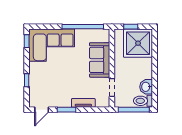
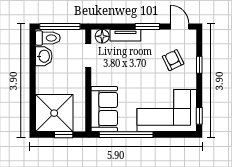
sofa: (100, 60) -> (104, 109), moved
armchair: (47, 84) -> (173, 60), added
floor lamp: (101, 102) -> (102, 36), added
door: (42, 110) -> (180, 26), hinge flipped

